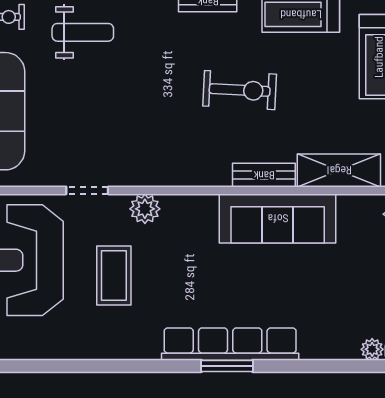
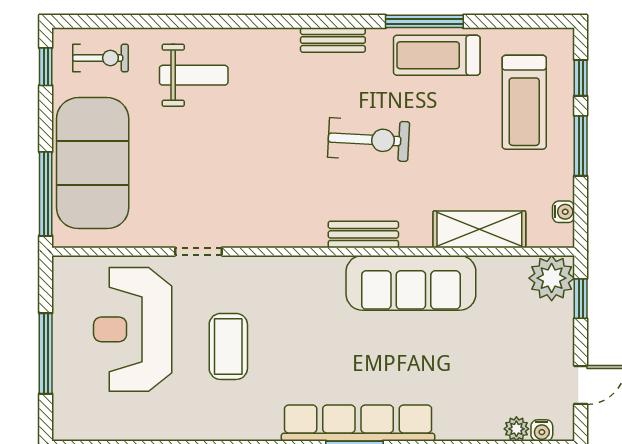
bench: (264, 175) -> (363, 234), moved
plant: (145, 209) -> (263, 272), removed

